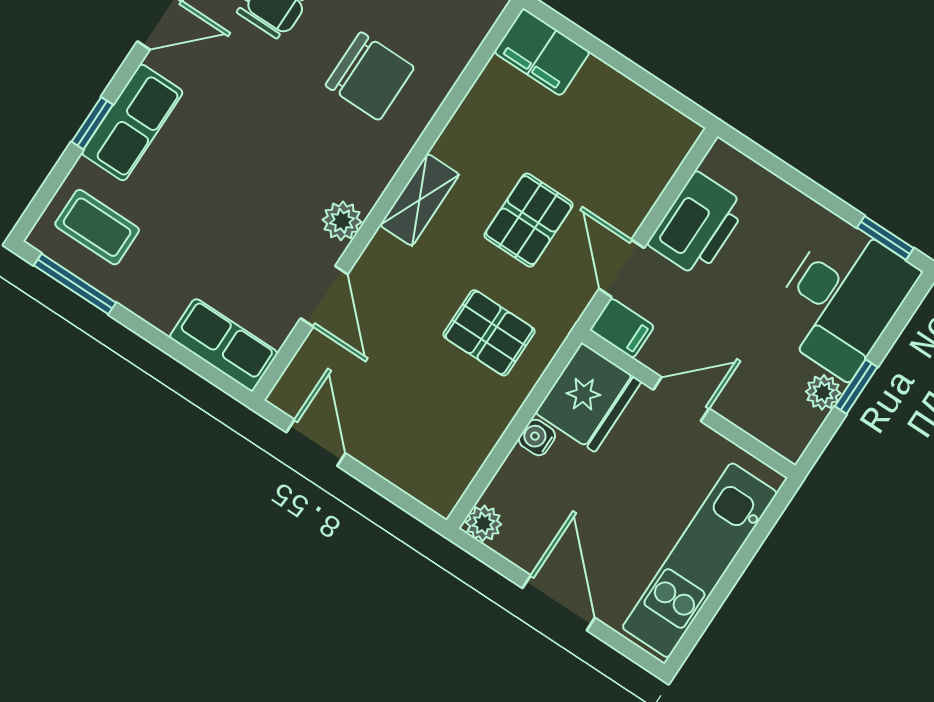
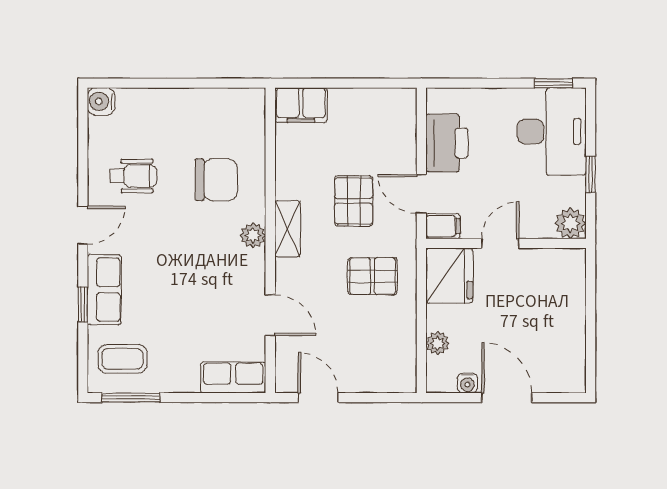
plant: (342, 221) -> (253, 235), moved
plant: (823, 392) -> (570, 223), moved, width x1.38, depth x1.38
water cooler: (537, 437) -> (467, 383), moved, turned -90
plant: (483, 523) -> (438, 343), moved
kitchen unit: (700, 560) -> (568, 324), removed

